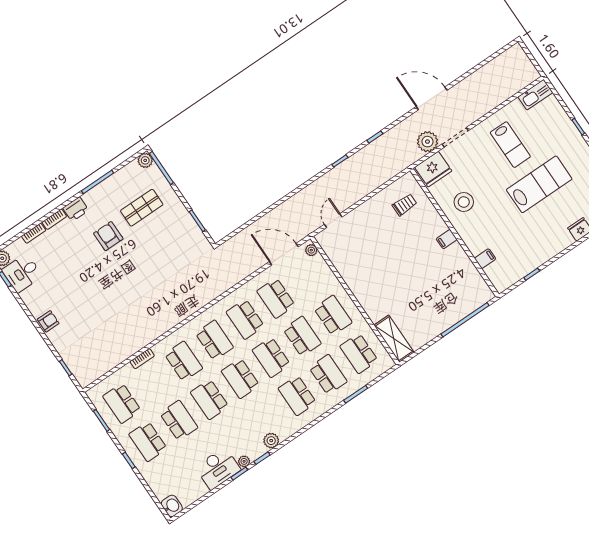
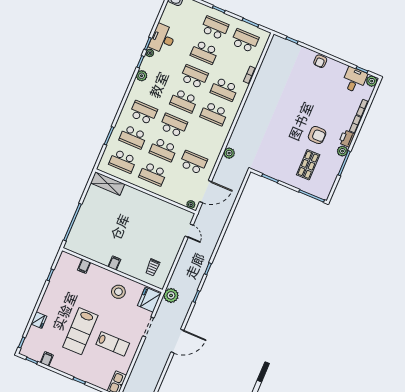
plant: (427, 142) -> (171, 295), moved
lab bench: (510, 145) -> (113, 344), turned 180
plant: (145, 160) -> (342, 151), moved
plant: (226, 282) -> (229, 153), added
school desk: (245, 319) -> (204, 138), removed
school desk: (359, 353) -> (123, 161), turned 180
school desk: (240, 378) -> (184, 101), turned 180

